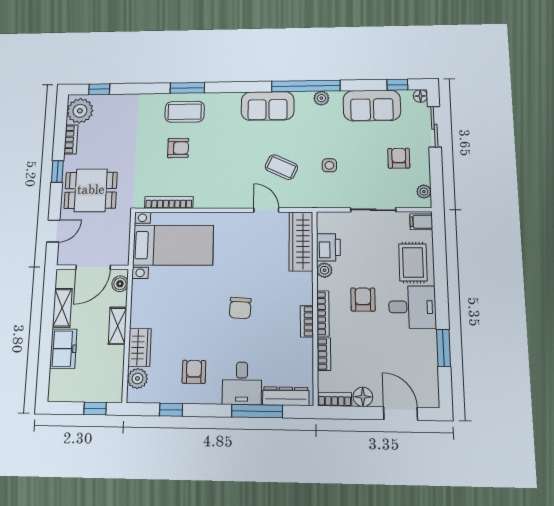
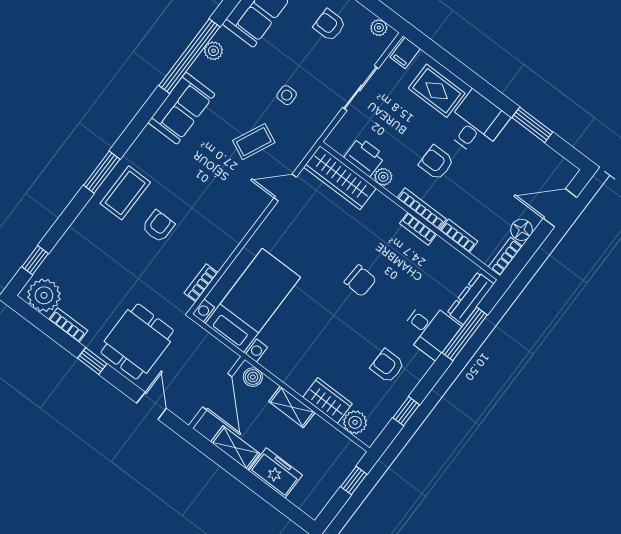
bookcase: (169, 203) -> (201, 283), width x0.64

